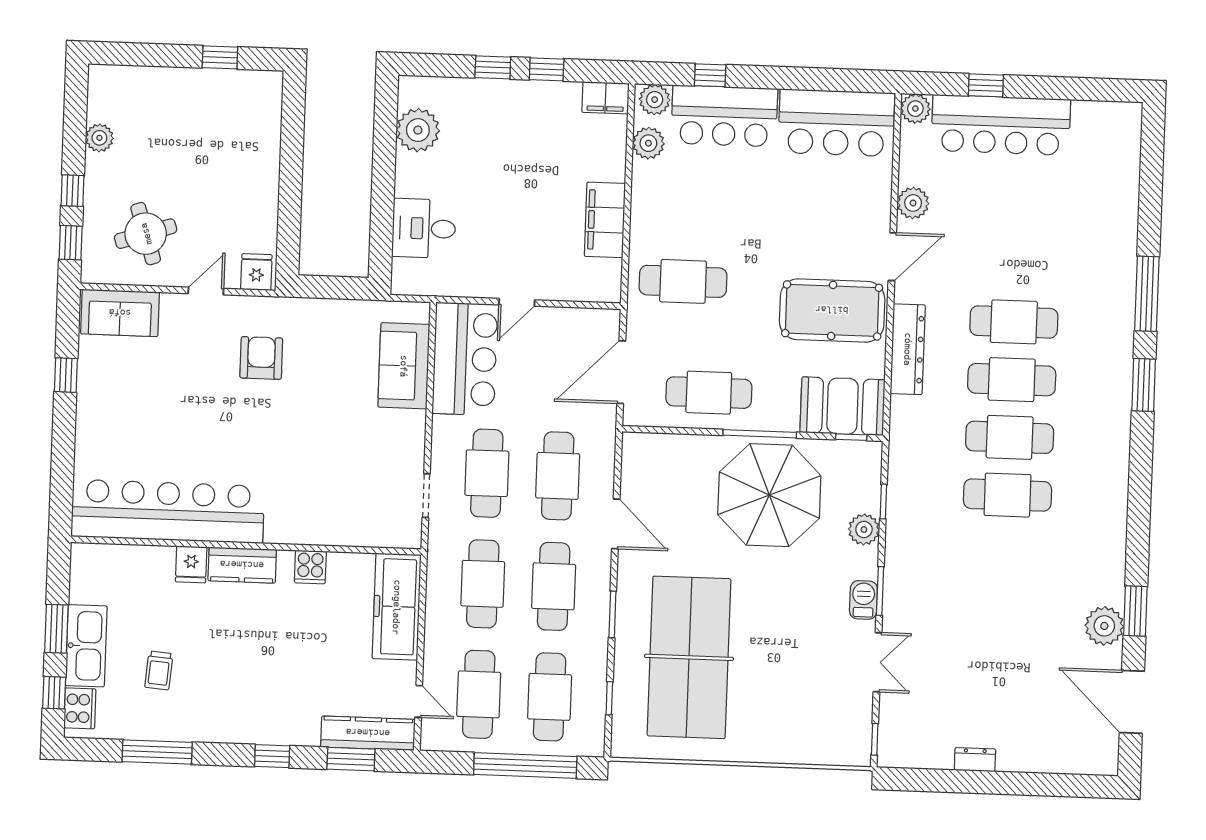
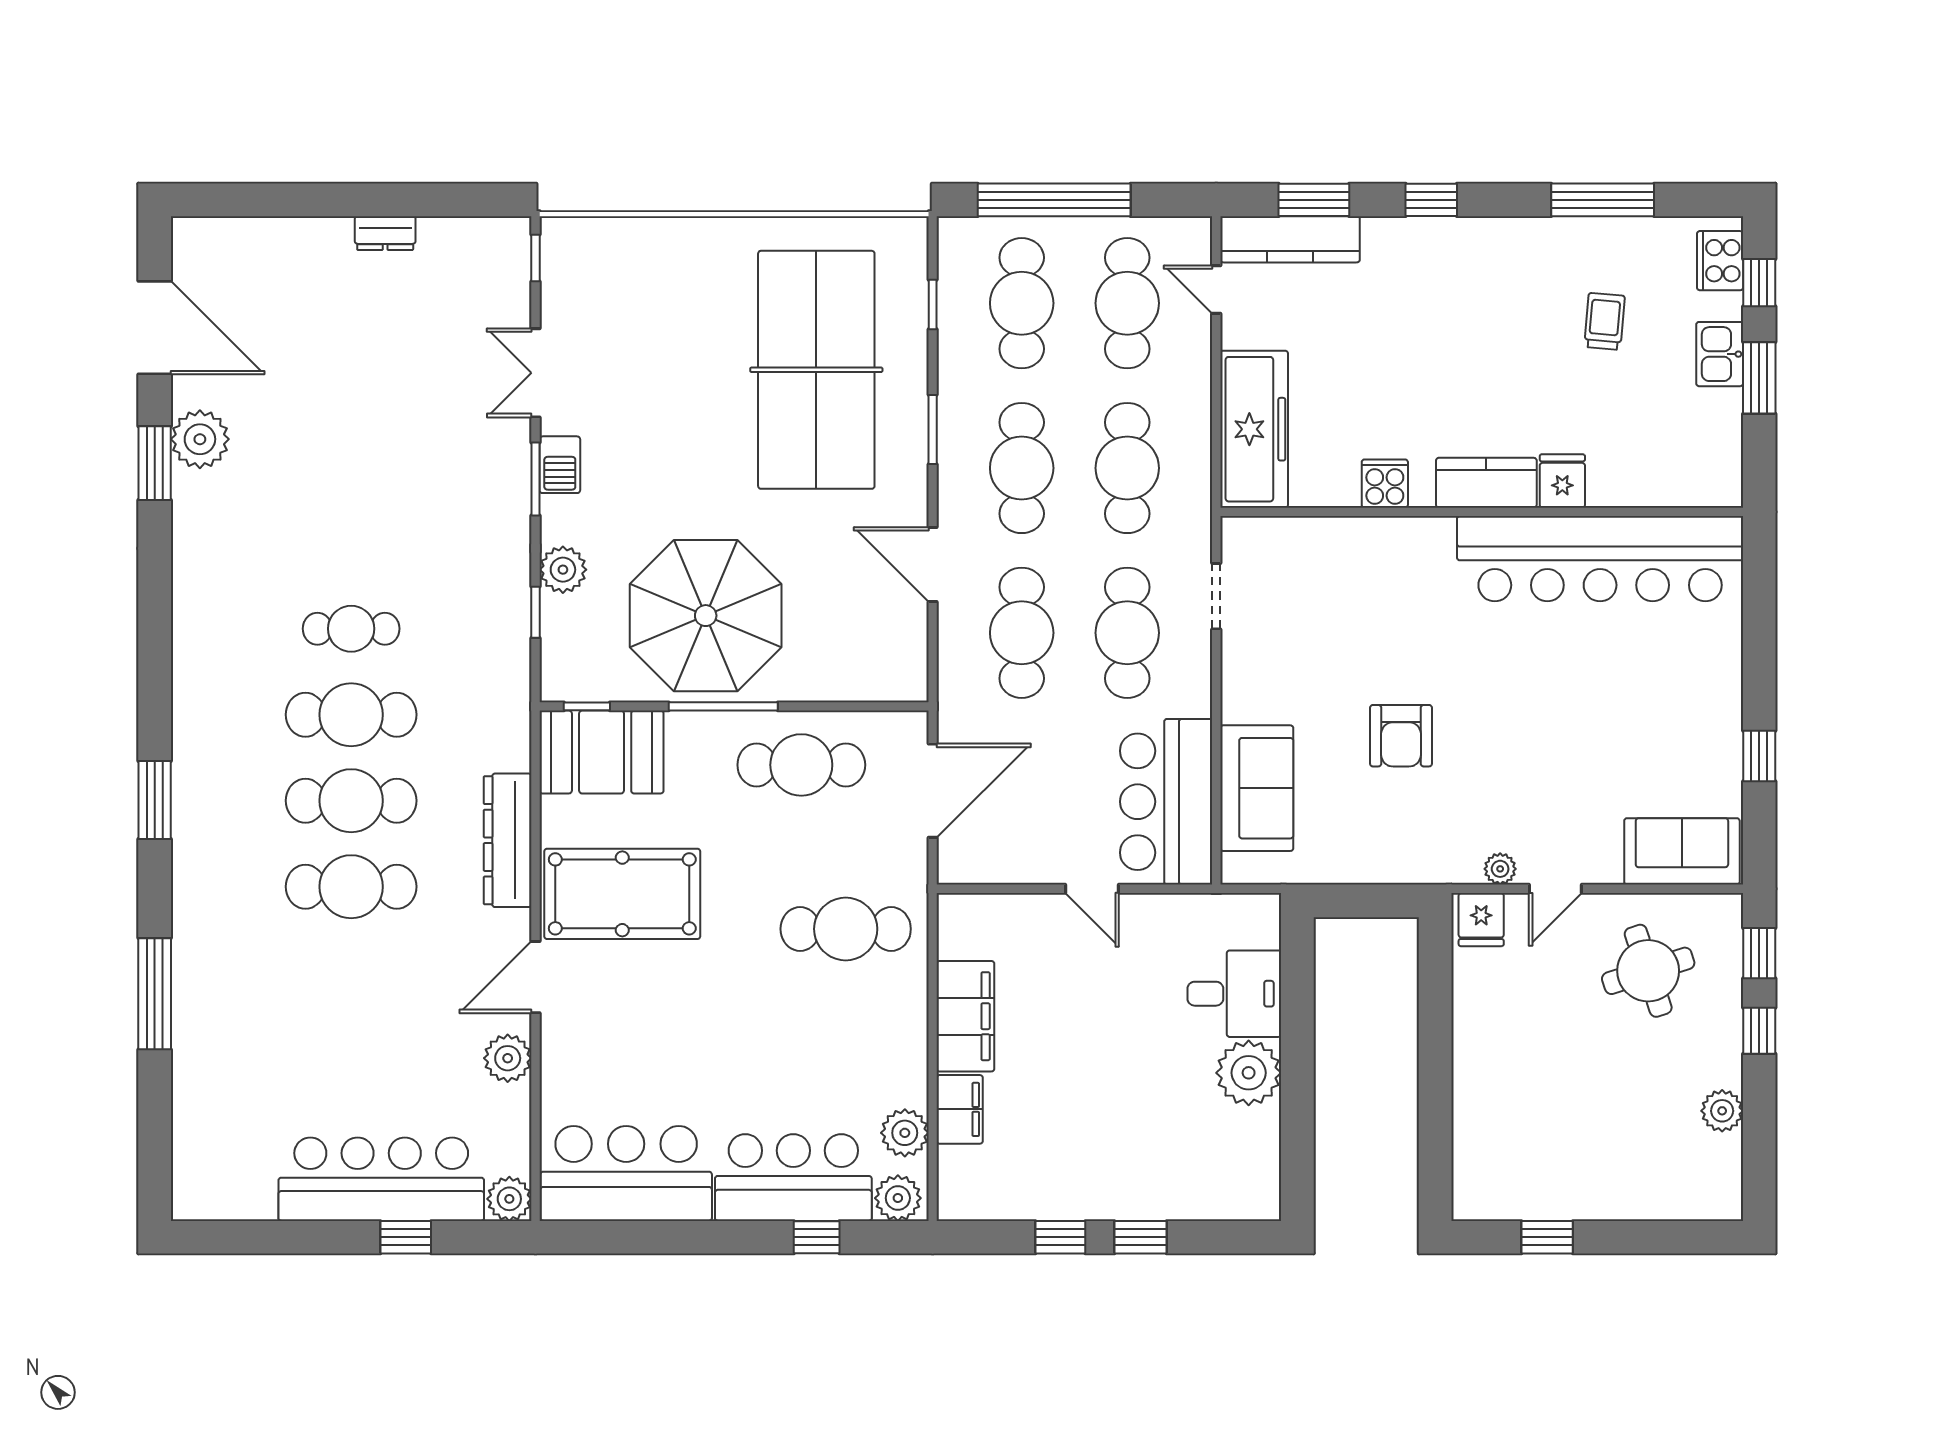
filing cabinet: (605, 98) -> (960, 1109), moved, turned 90
plant: (418, 130) -> (1249, 1073), moved
window: (1147, 294) -> (155, 994), moved
door: (517, 302) -> (1092, 889), swing flipped
plant: (242, 306) -> (1500, 869), added
armchair: (261, 358) -> (1401, 736), moved
cafe table: (1007, 495) -> (351, 629), width x0.73, depth x0.74
kitchen sink: (86, 646) -> (1720, 354), width x0.53, depth x0.81

